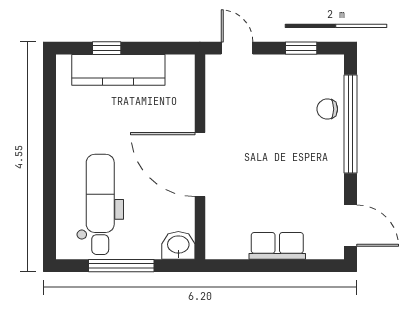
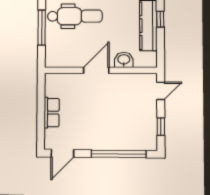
chair: (327, 109) -> (127, 141), removed
door: (200, 165) -> (96, 70), width x0.73
washbasin: (178, 245) -> (124, 60), moved, turned -90

